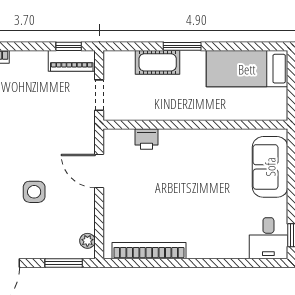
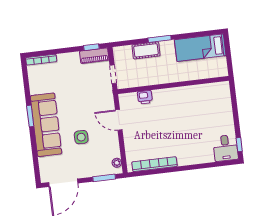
sofa: (270, 167) -> (221, 105), removed

